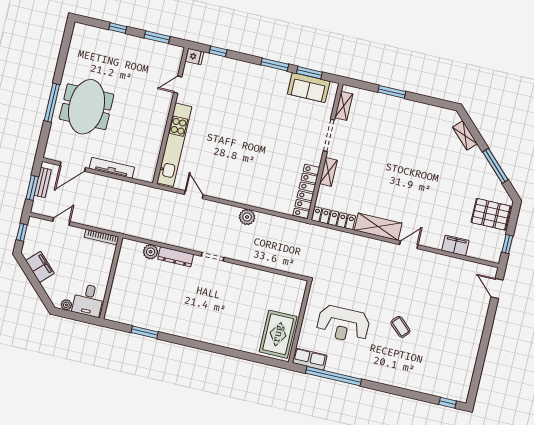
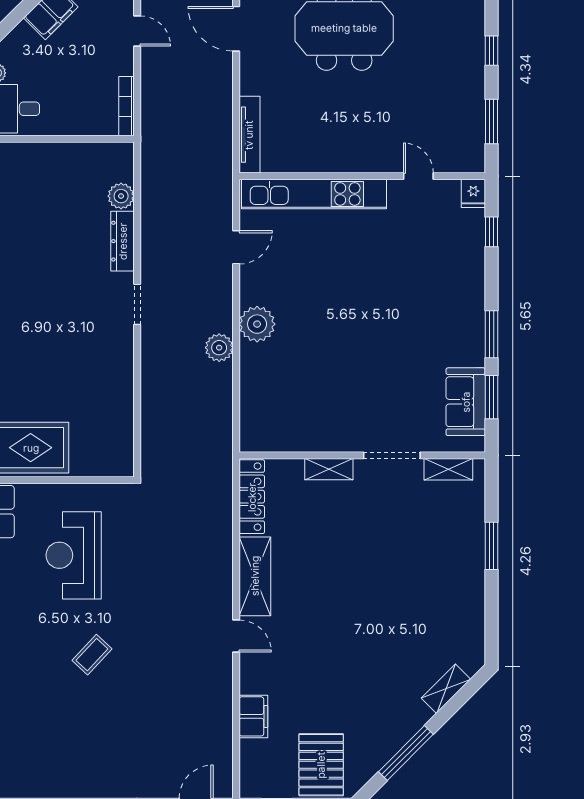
tv unit: (112, 168) -> (249, 135), moved
locker: (306, 191) -> (287, 439), removed
plant: (239, 193) -> (257, 324), added

